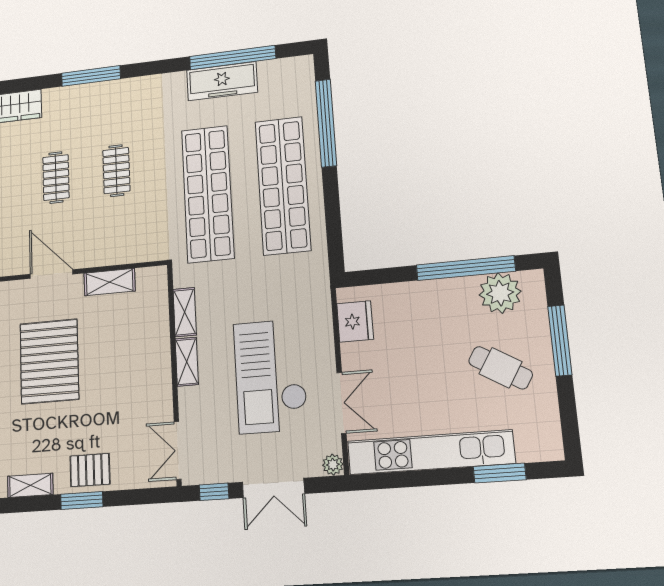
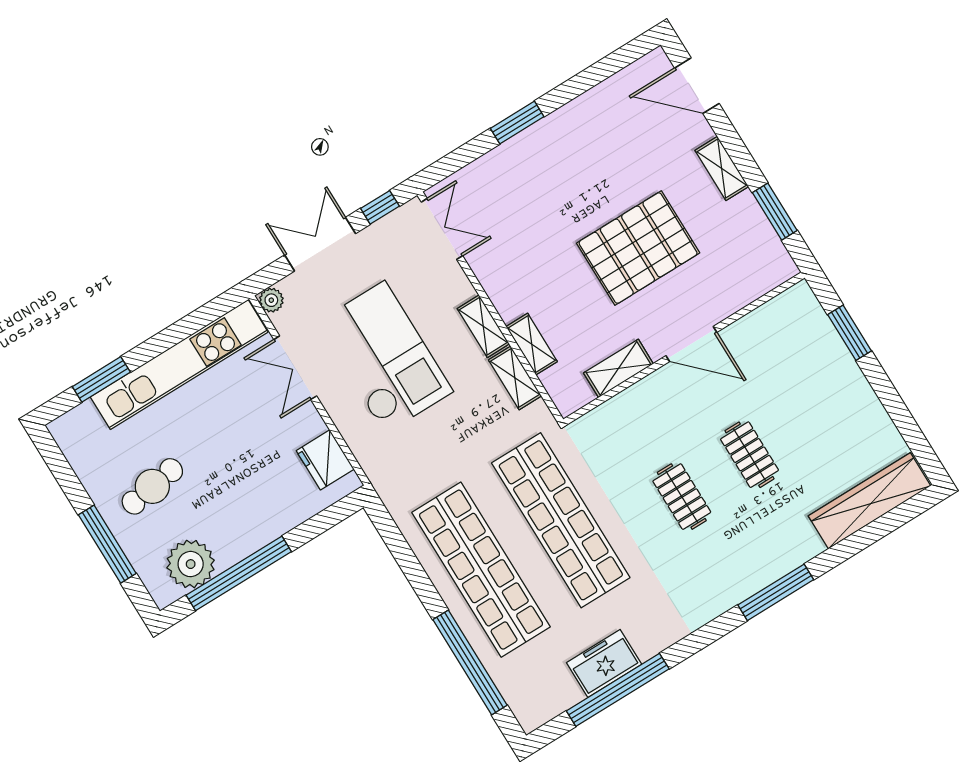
freezer: (222, 81) -> (604, 663), width x0.71
pallet: (49, 361) -> (638, 248), turned 90
cafe table: (501, 368) -> (152, 486), turned -40
pallet: (90, 470) -> (526, 158), removed
shelving: (30, 485) -> (532, 344), moved, turned 90

